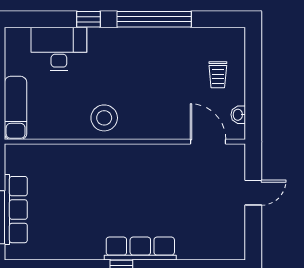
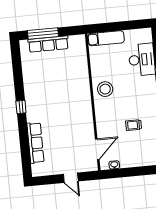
trolley: (218, 75) -> (134, 125), moved
row of seats: (140, 249) -> (36, 143), moved

